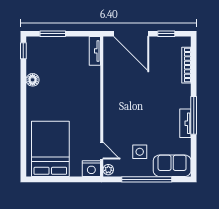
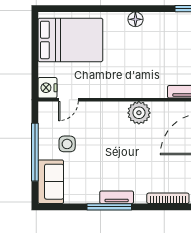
floor lamp: (33, 80) -> (135, 19), moved
tv unit: (185, 123) -> (117, 197), moved
plant: (108, 170) -> (139, 113), moved, width x1.87, depth x1.87

